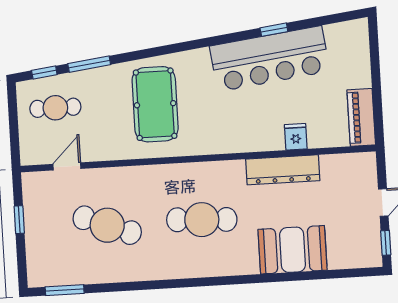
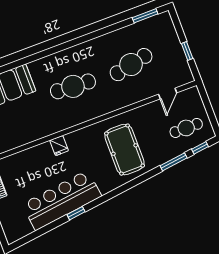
window: (274, 30) -> (76, 213), moved
fridge: (296, 137) -> (59, 146), moved
dresser: (283, 170) -> (32, 133), removed
cafe table: (107, 225) -> (131, 65), turned -33

